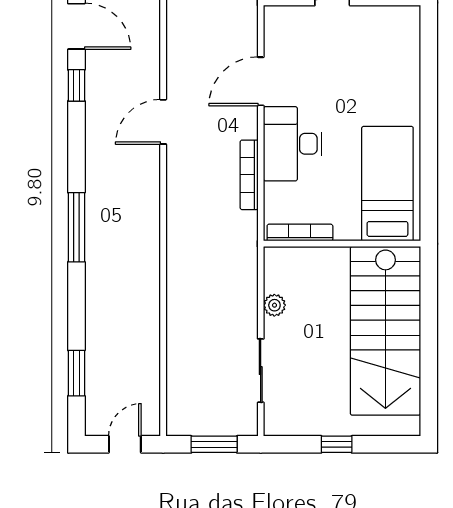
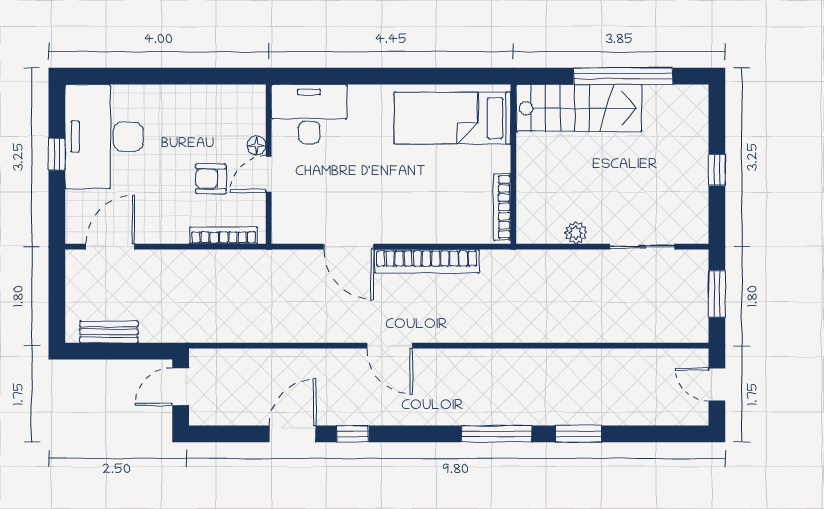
desk: (293, 144) -> (309, 114), moved, turned 180
bookcase: (249, 175) -> (427, 261), width x1.48, depth x1.31
stairs: (385, 331) -> (579, 108), width x0.73, depth x0.66
window: (429, 352) -> (623, 76), added
window: (76, 373) -> (579, 434), moved

